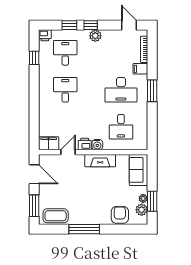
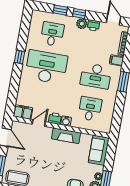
printer: (45, 35) -> (93, 25), moved
window: (34, 58) -> (19, 57), moved
desk: (65, 90) -> (46, 67), width x1.87, depth x1.30
desk: (121, 127) -> (90, 109), turned 180

